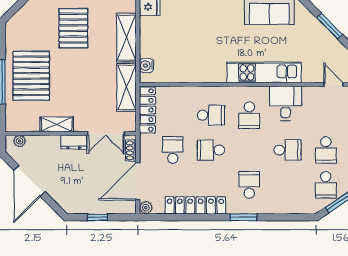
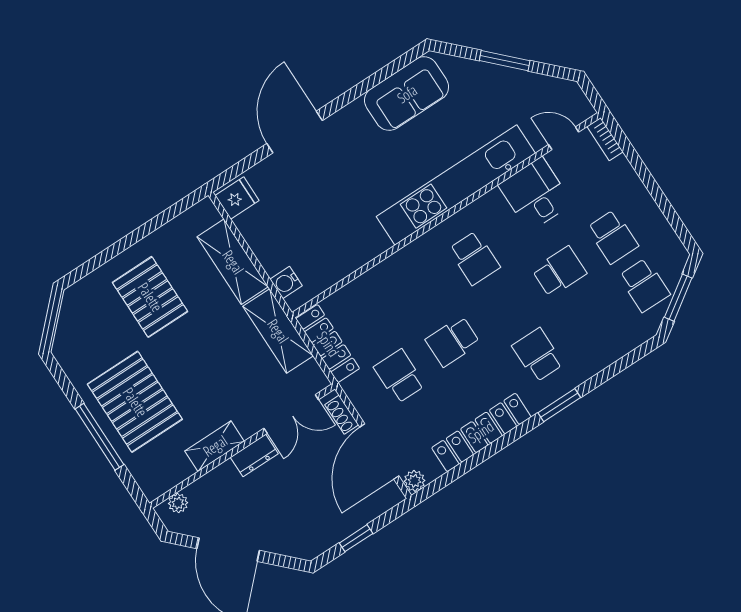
kitchen unit: (264, 72) -> (456, 185), width x1.36
desk: (286, 103) -> (535, 194), moved
school desk: (211, 115) -> (421, 293), removed

